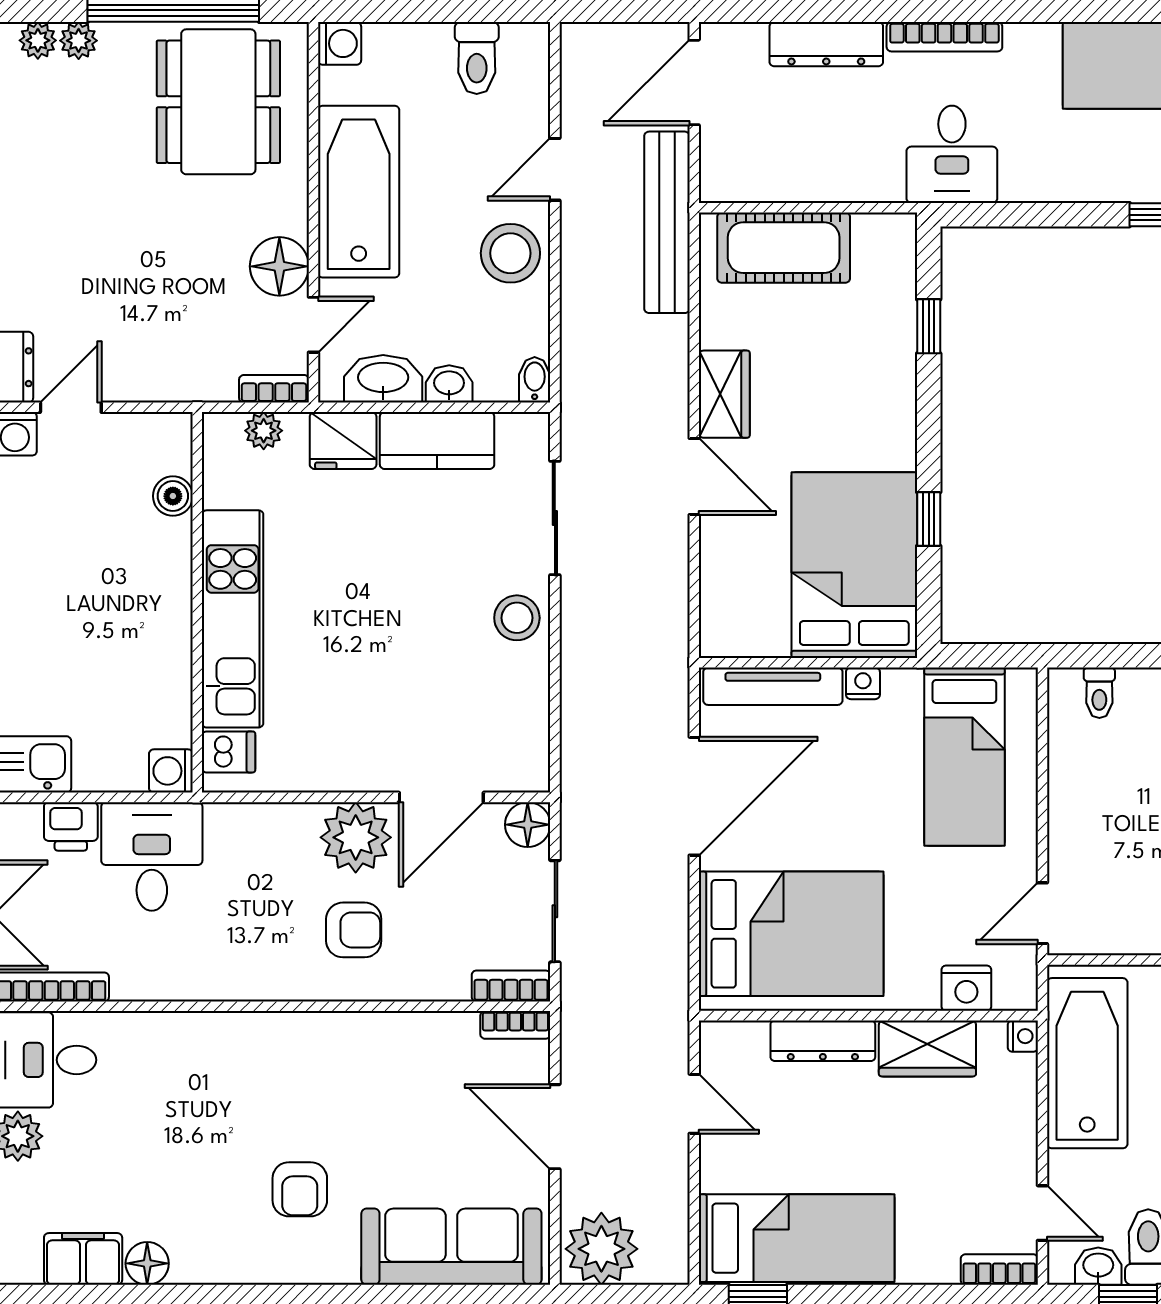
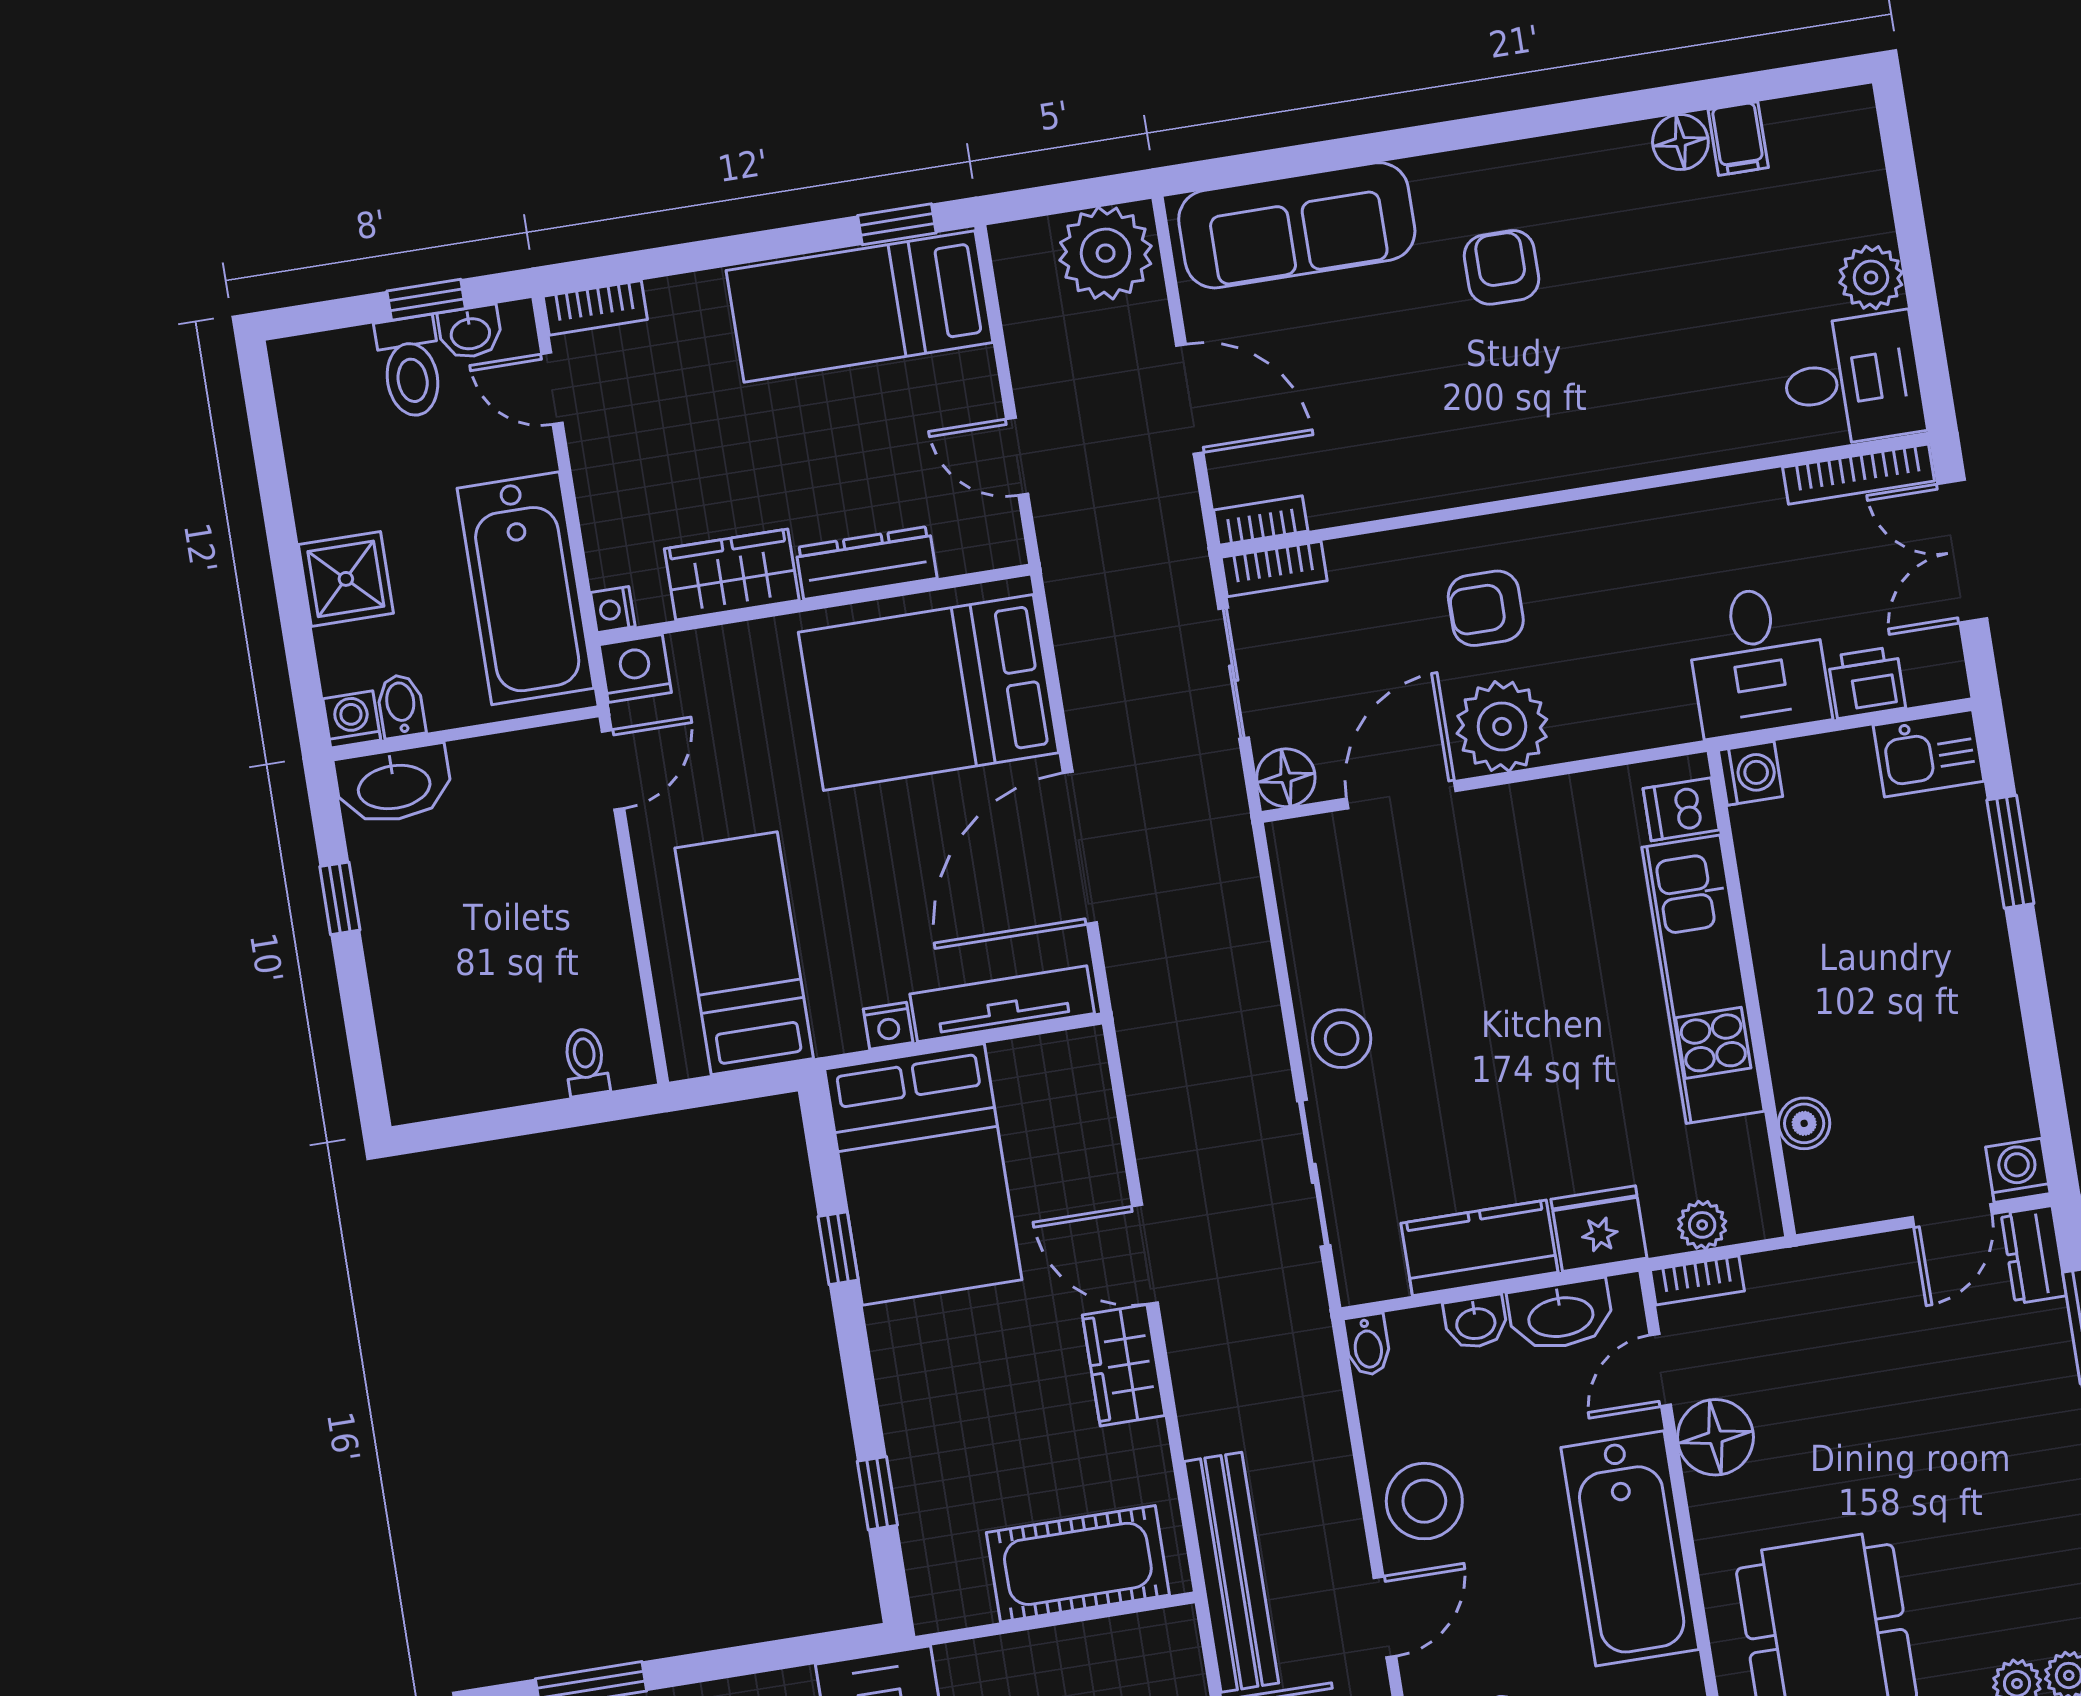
nightstand: (966, 988) -> (635, 669), moved
filing cabinet: (83, 1259) -> (1738, 139), width x0.50

